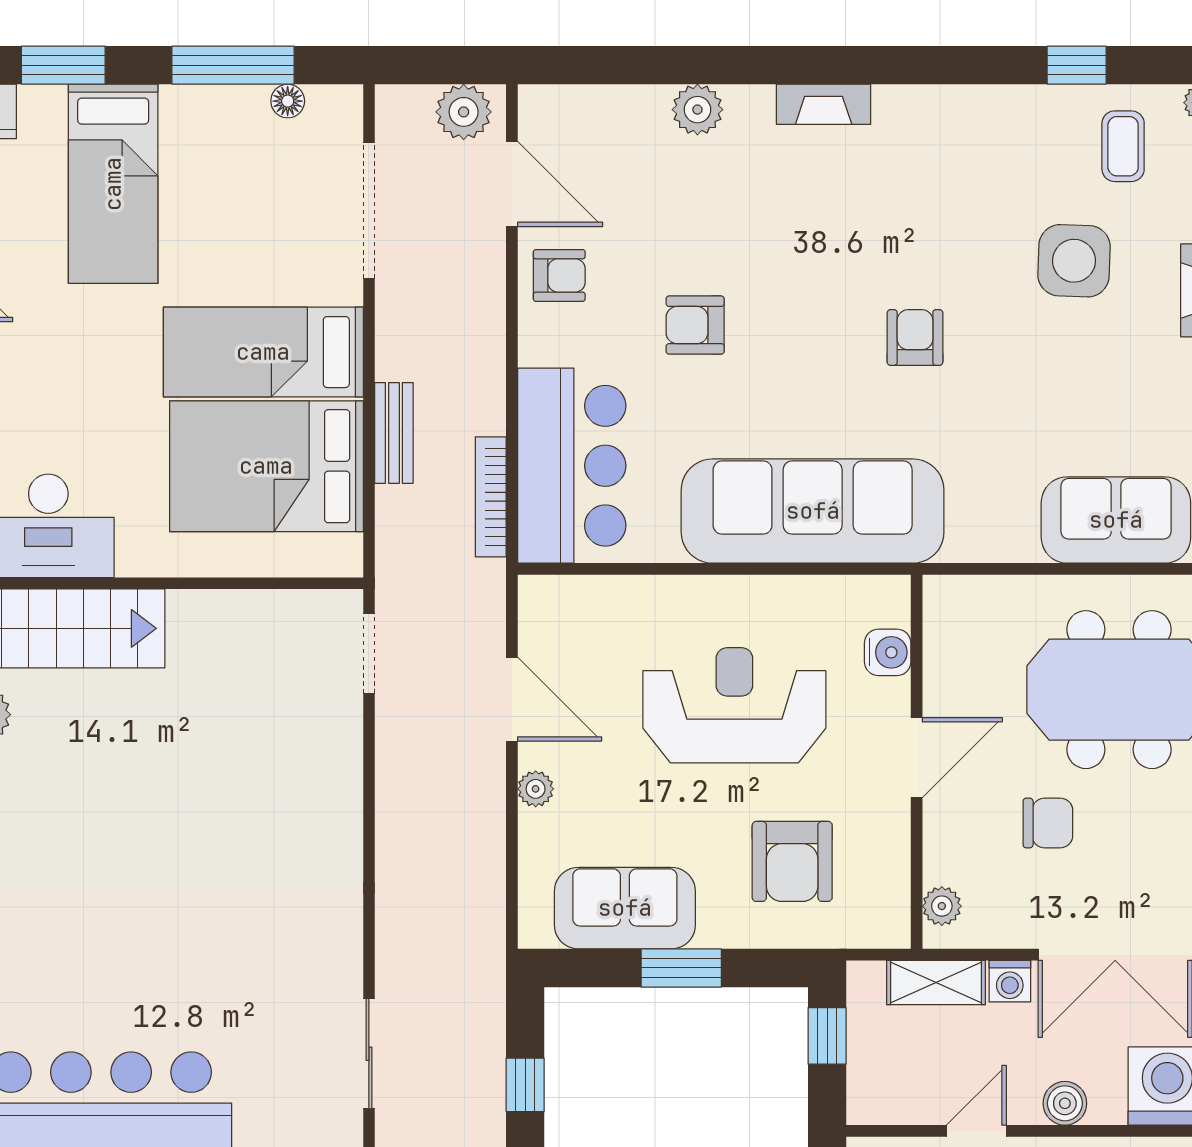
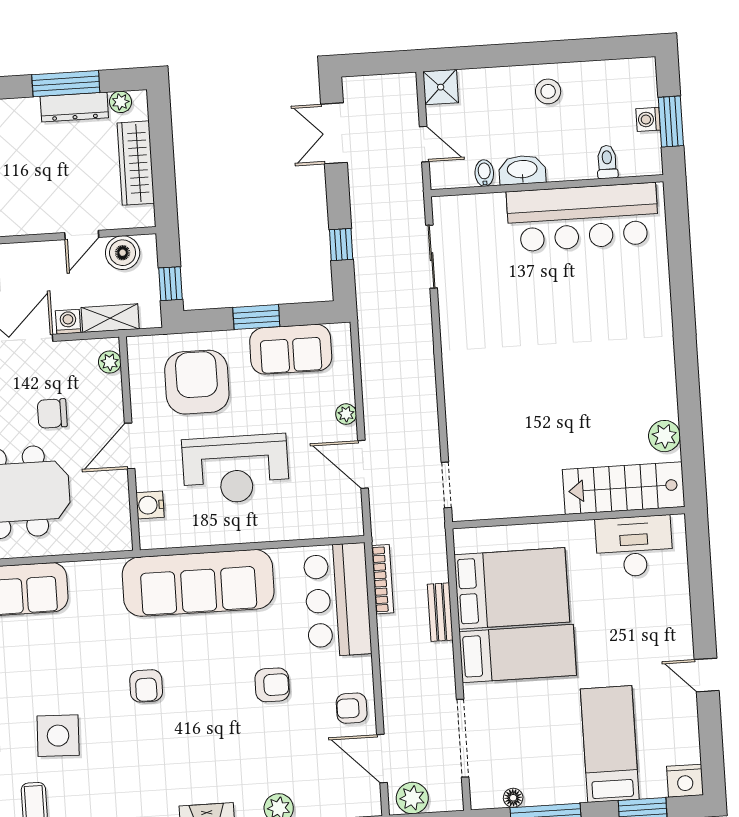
armchair: (792, 861) -> (197, 382), width x1.36, depth x1.36
boiler: (1065, 1103) -> (123, 253), moved, width x1.36, depth x1.36

